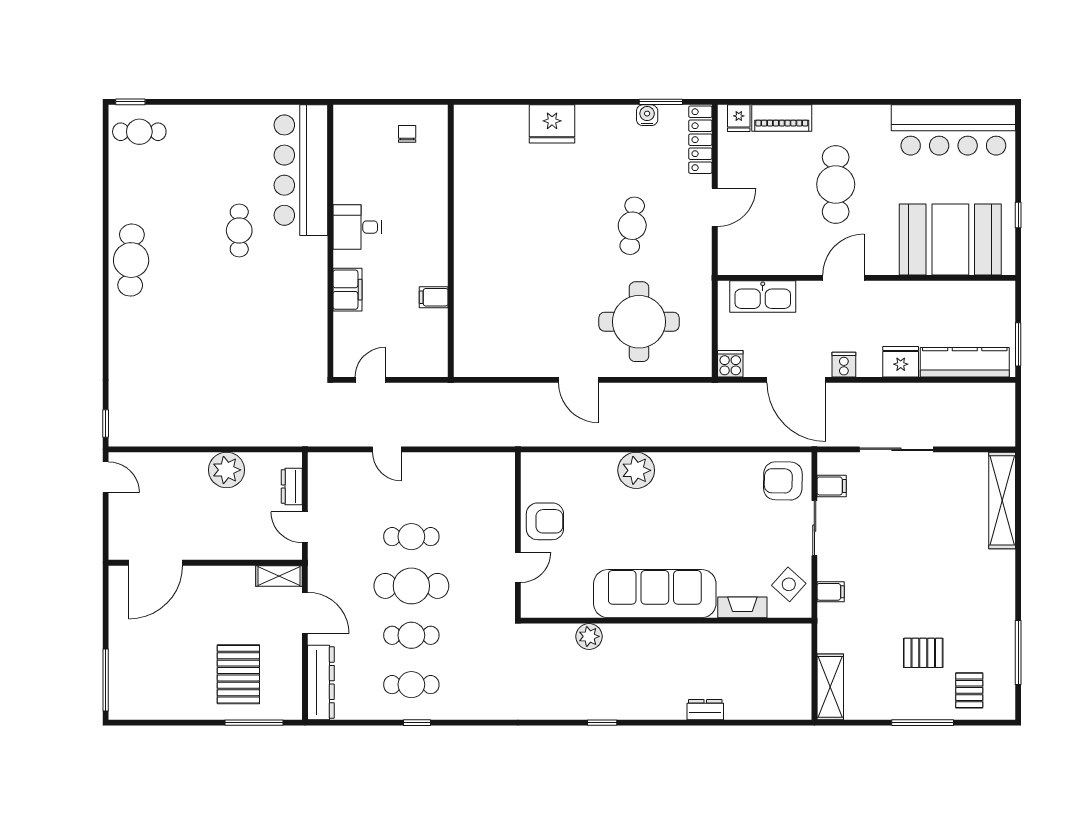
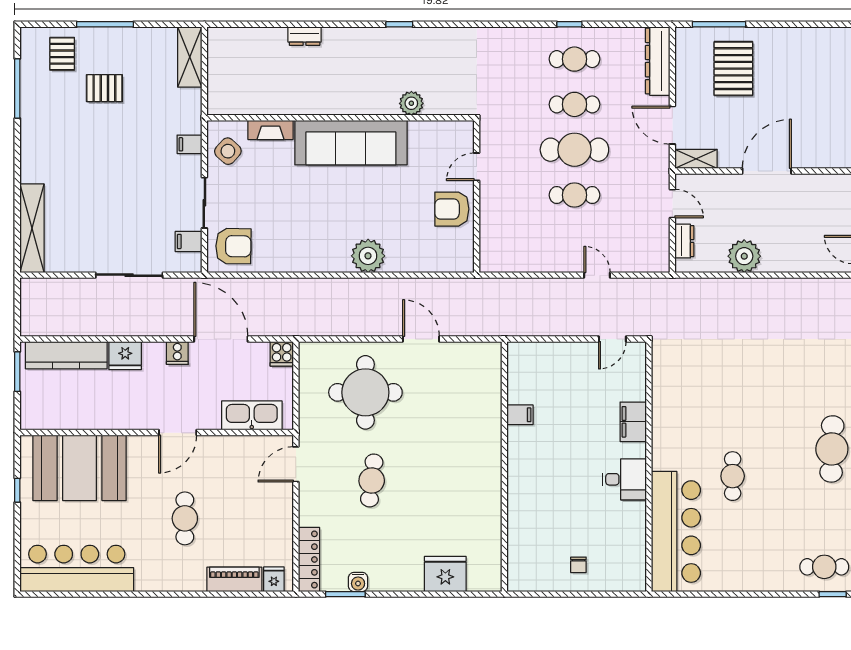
cafe table: (836, 184) -> (185, 518), width x0.73, depth x0.74
door: (715, 207) -> (296, 464), moved
wall: (451, 241) -> (504, 467), moved
filing cabinet: (434, 297) -> (520, 415), moved
door: (156, 563) -> (767, 171), moved

